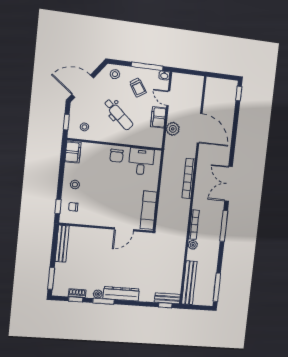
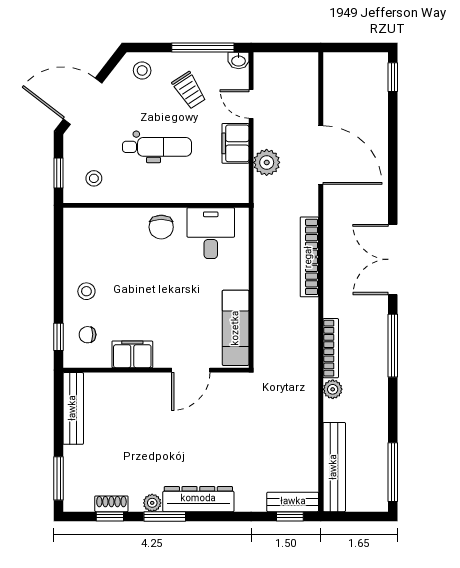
dental chair: (119, 114) -> (157, 147), turned -42
filing cabinet: (73, 152) -> (132, 354), moved, turned -90

